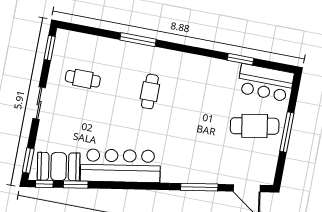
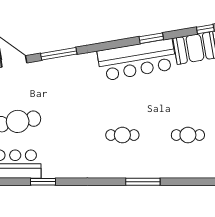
cafe table: (150, 92) -> (122, 135), turned 90
window: (76, 185) -> (151, 38), moved

